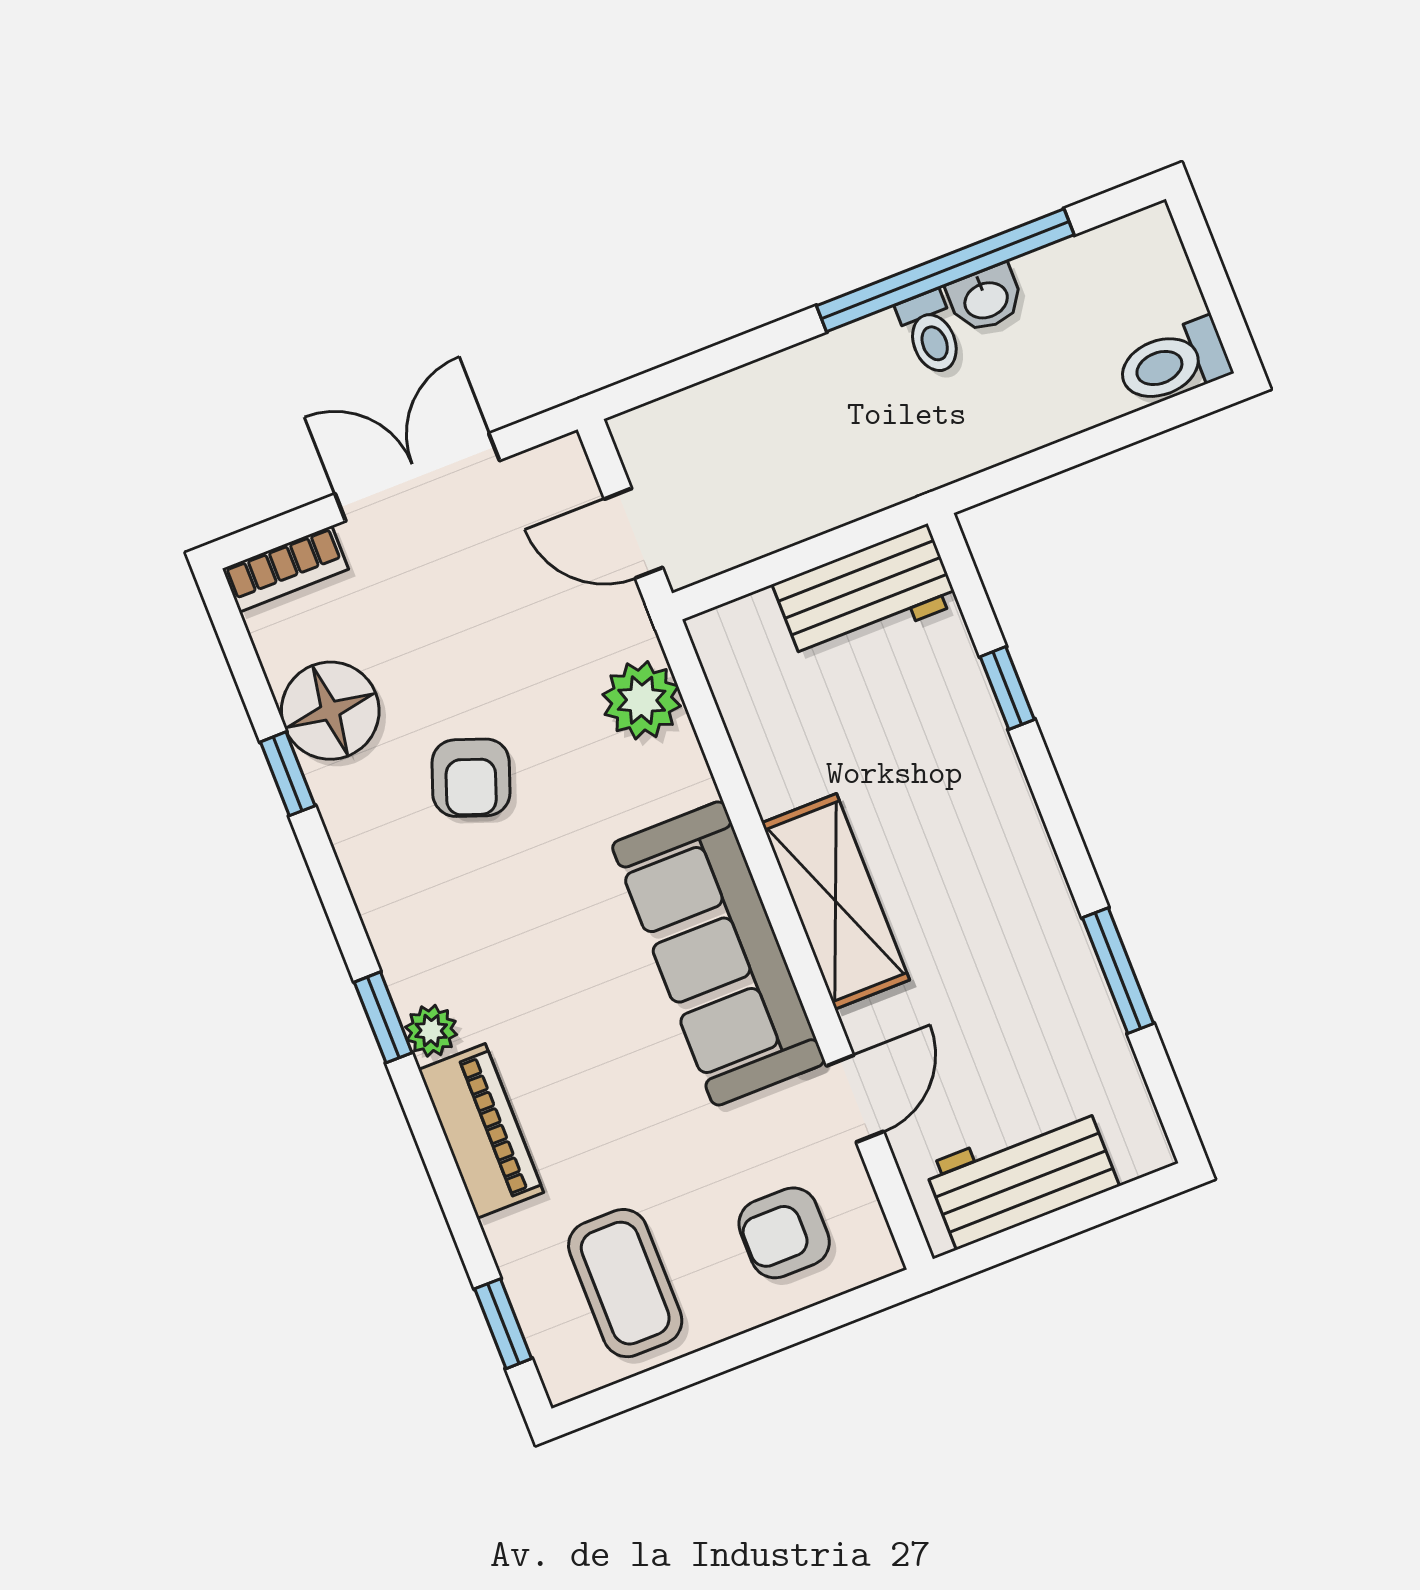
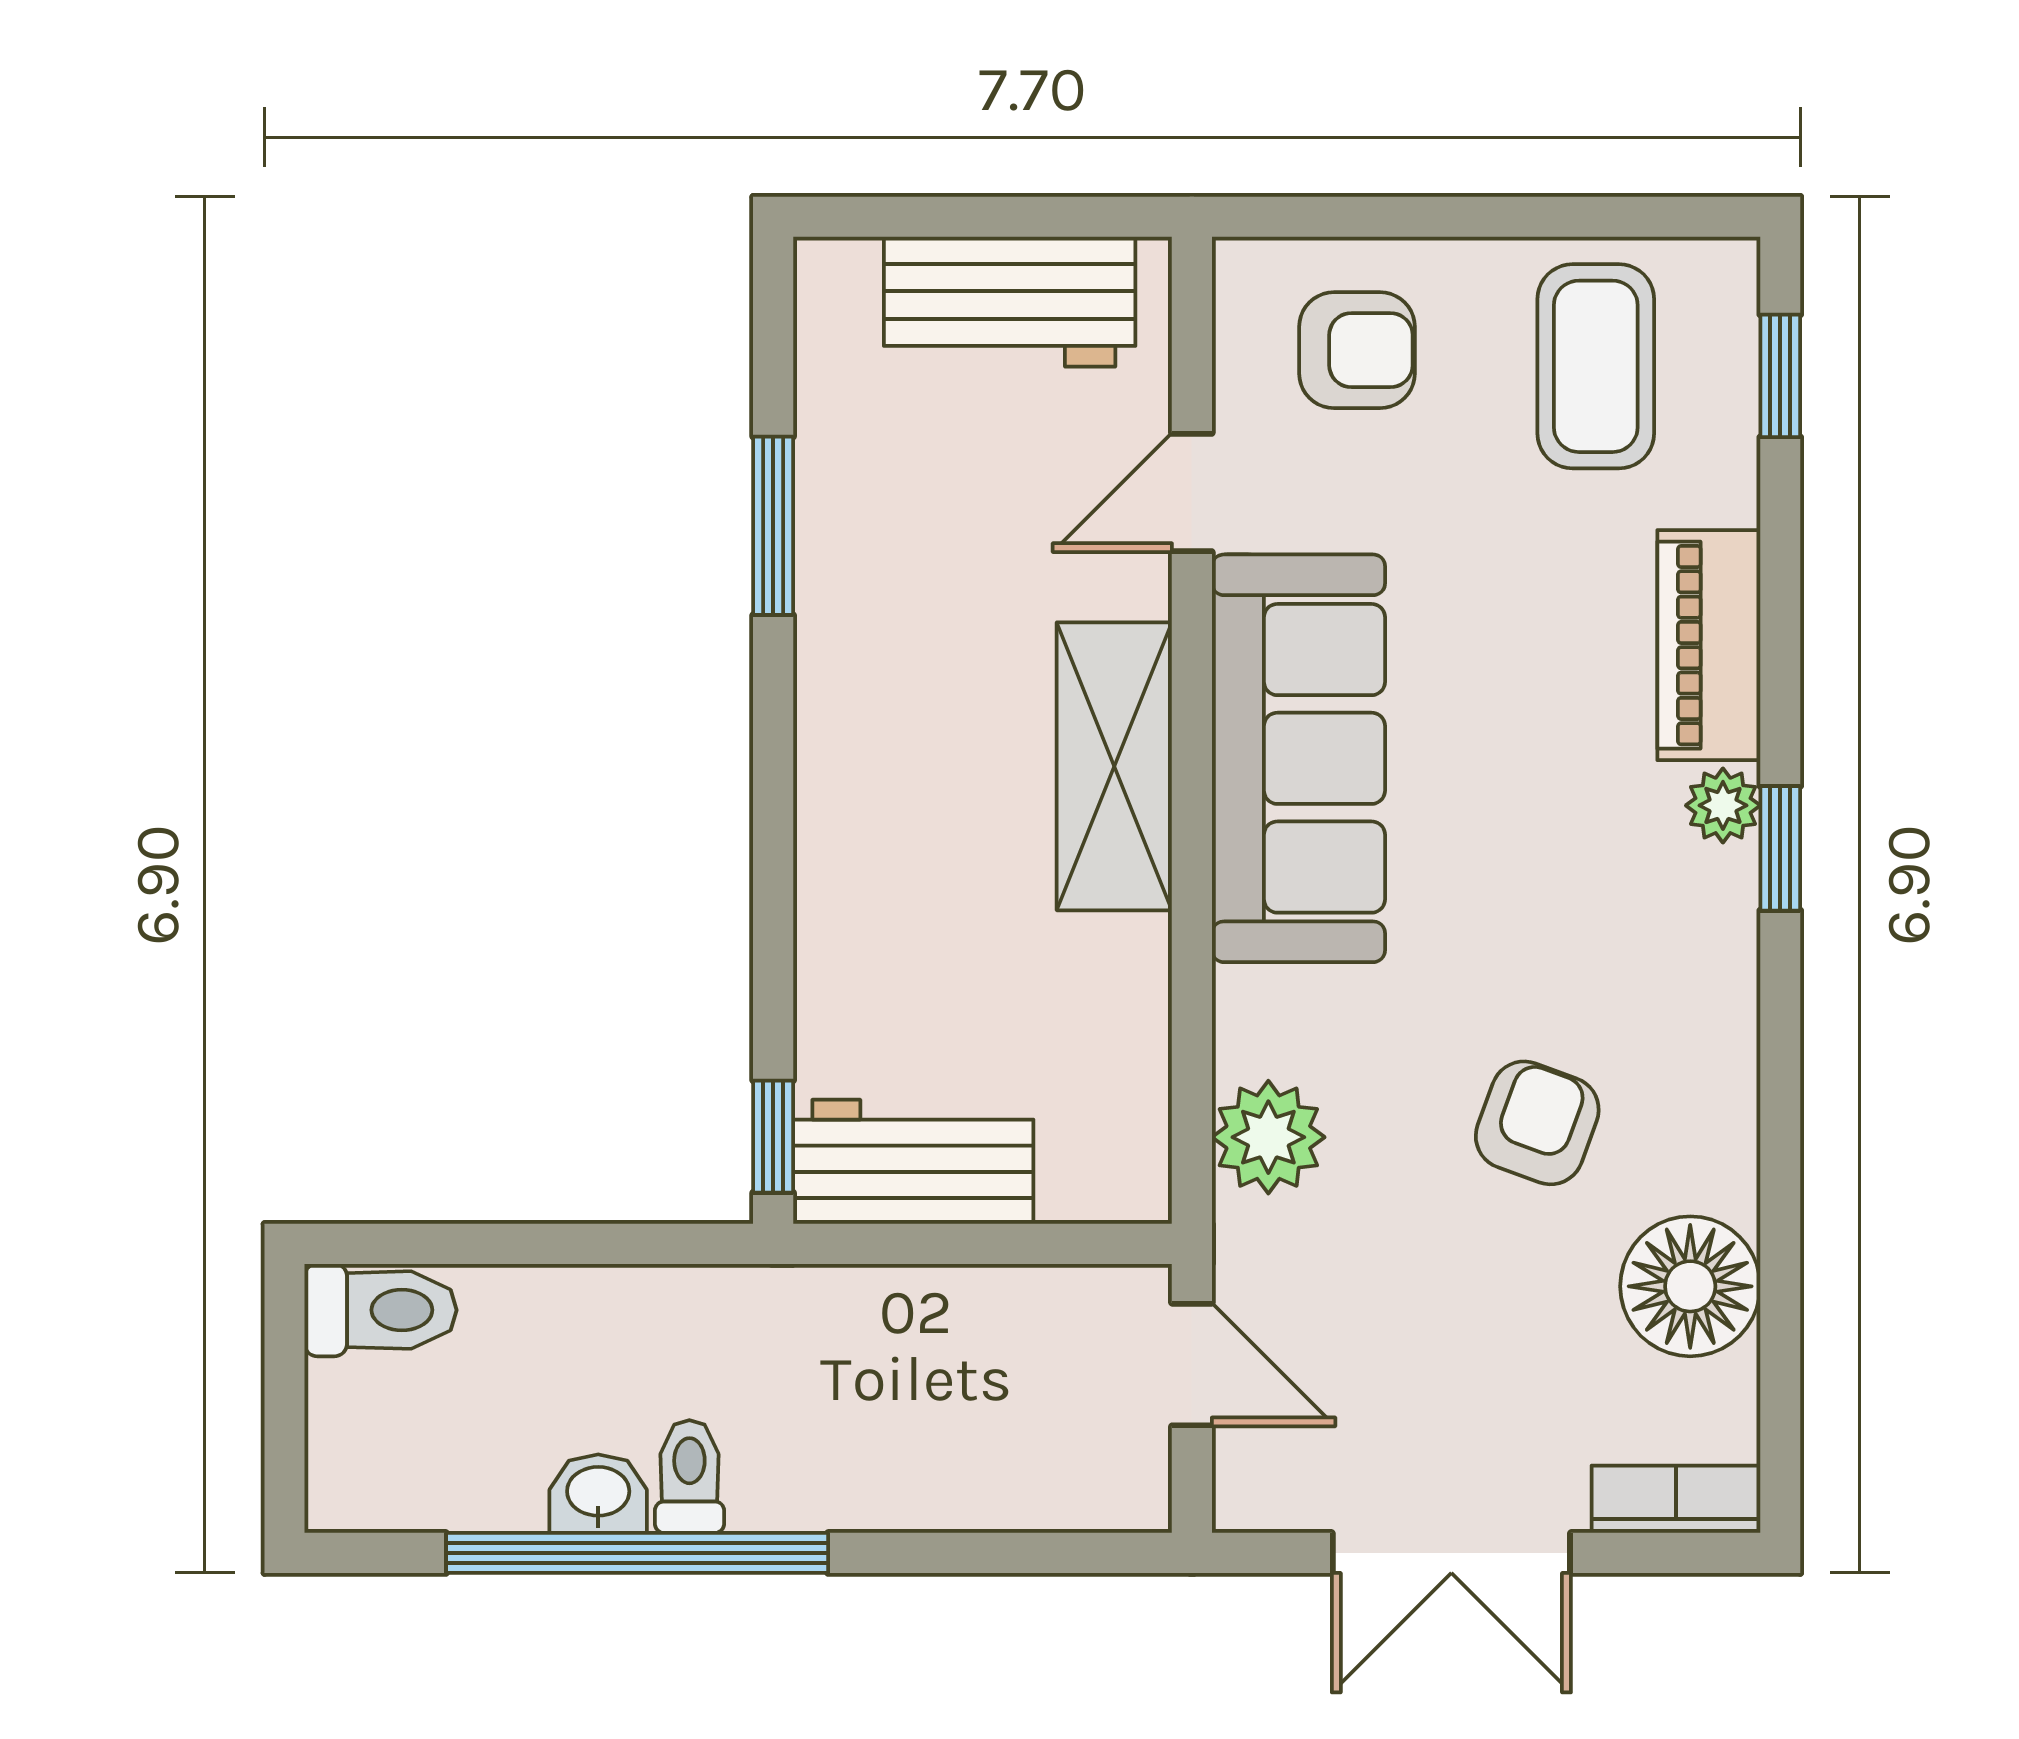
window: (1007, 688) -> (773, 1137), moved
window: (288, 774) -> (1780, 1224), removed

